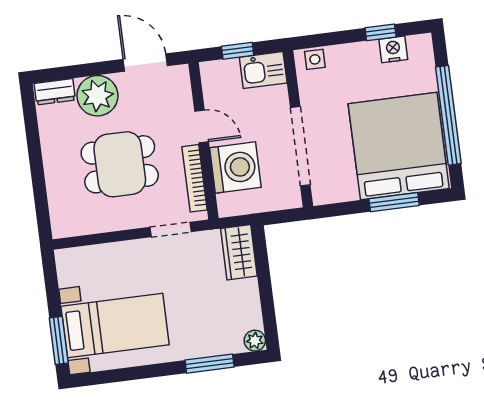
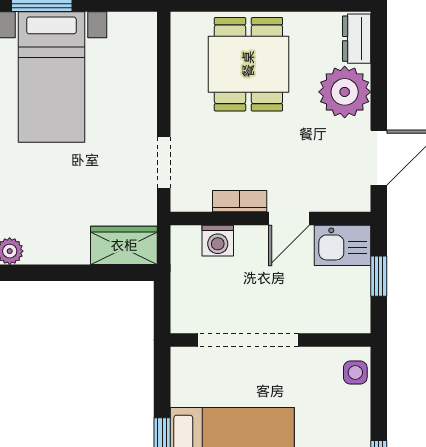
kitchen sink: (263, 70) -> (342, 245), moved, turned -90
dining table: (120, 164) -> (248, 64), moved
washing machine: (235, 168) -> (218, 241), width x0.53, depth x0.53
bookcase: (195, 178) -> (240, 201), width x0.64

